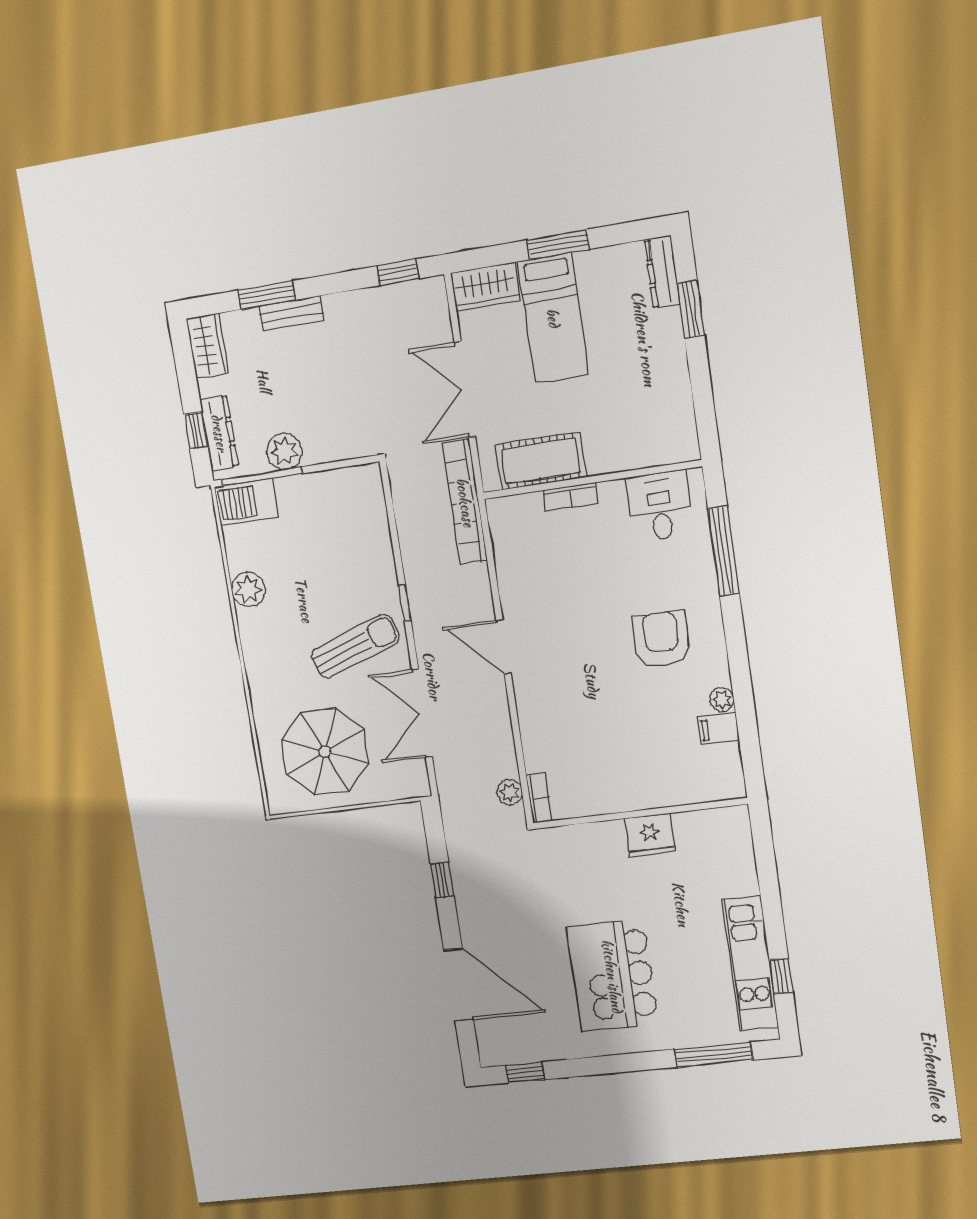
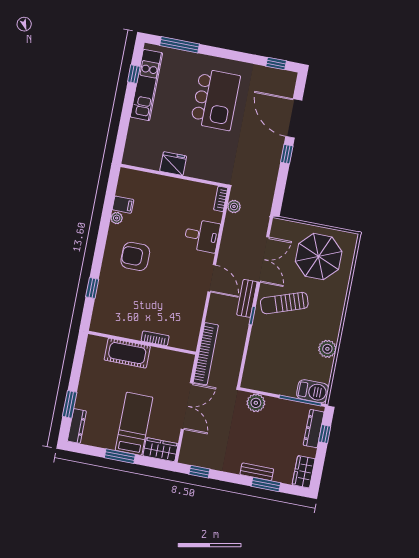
plant: (284, 451) -> (256, 403), moved
cot: (541, 461) -> (127, 353), moved
desk: (660, 506) -> (202, 236), moved, turned -90
window: (724, 551) -> (92, 288), width x0.46
bench: (426, 632) -> (247, 298), added
armchair: (661, 639) -> (135, 256), turned 90
window: (442, 880) -> (287, 154), moved

